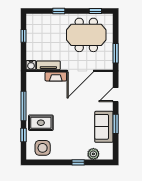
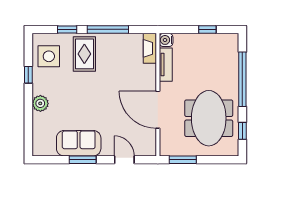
window: (59, 11) -> (242, 79), width x3.17
fireplace: (56, 76) -> (150, 48), moved
plant: (93, 154) -> (40, 103), moved
window: (78, 162) -> (28, 75), moved

